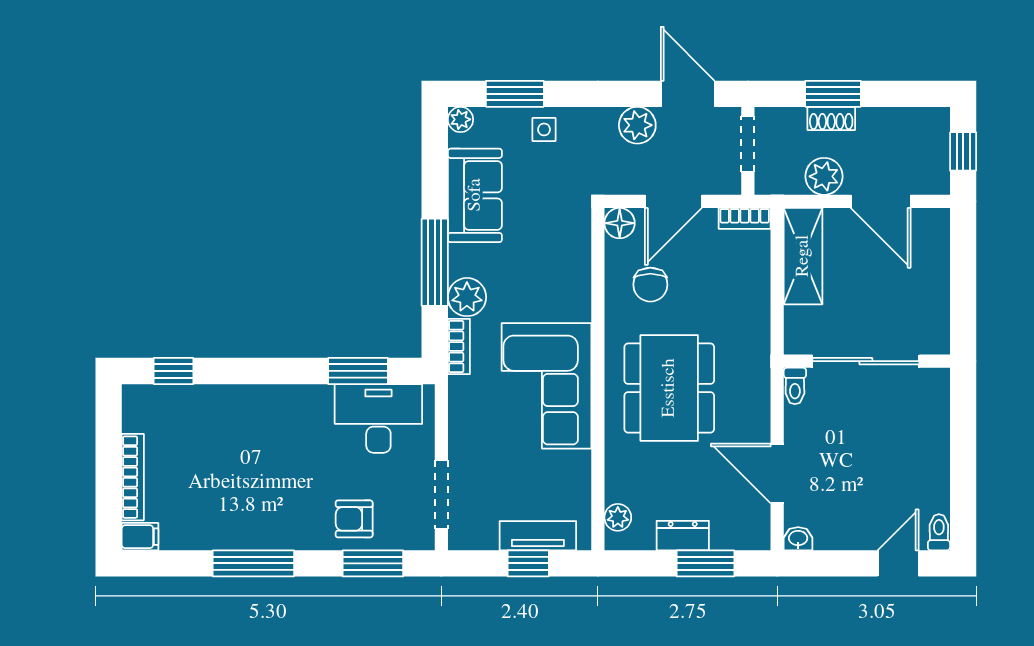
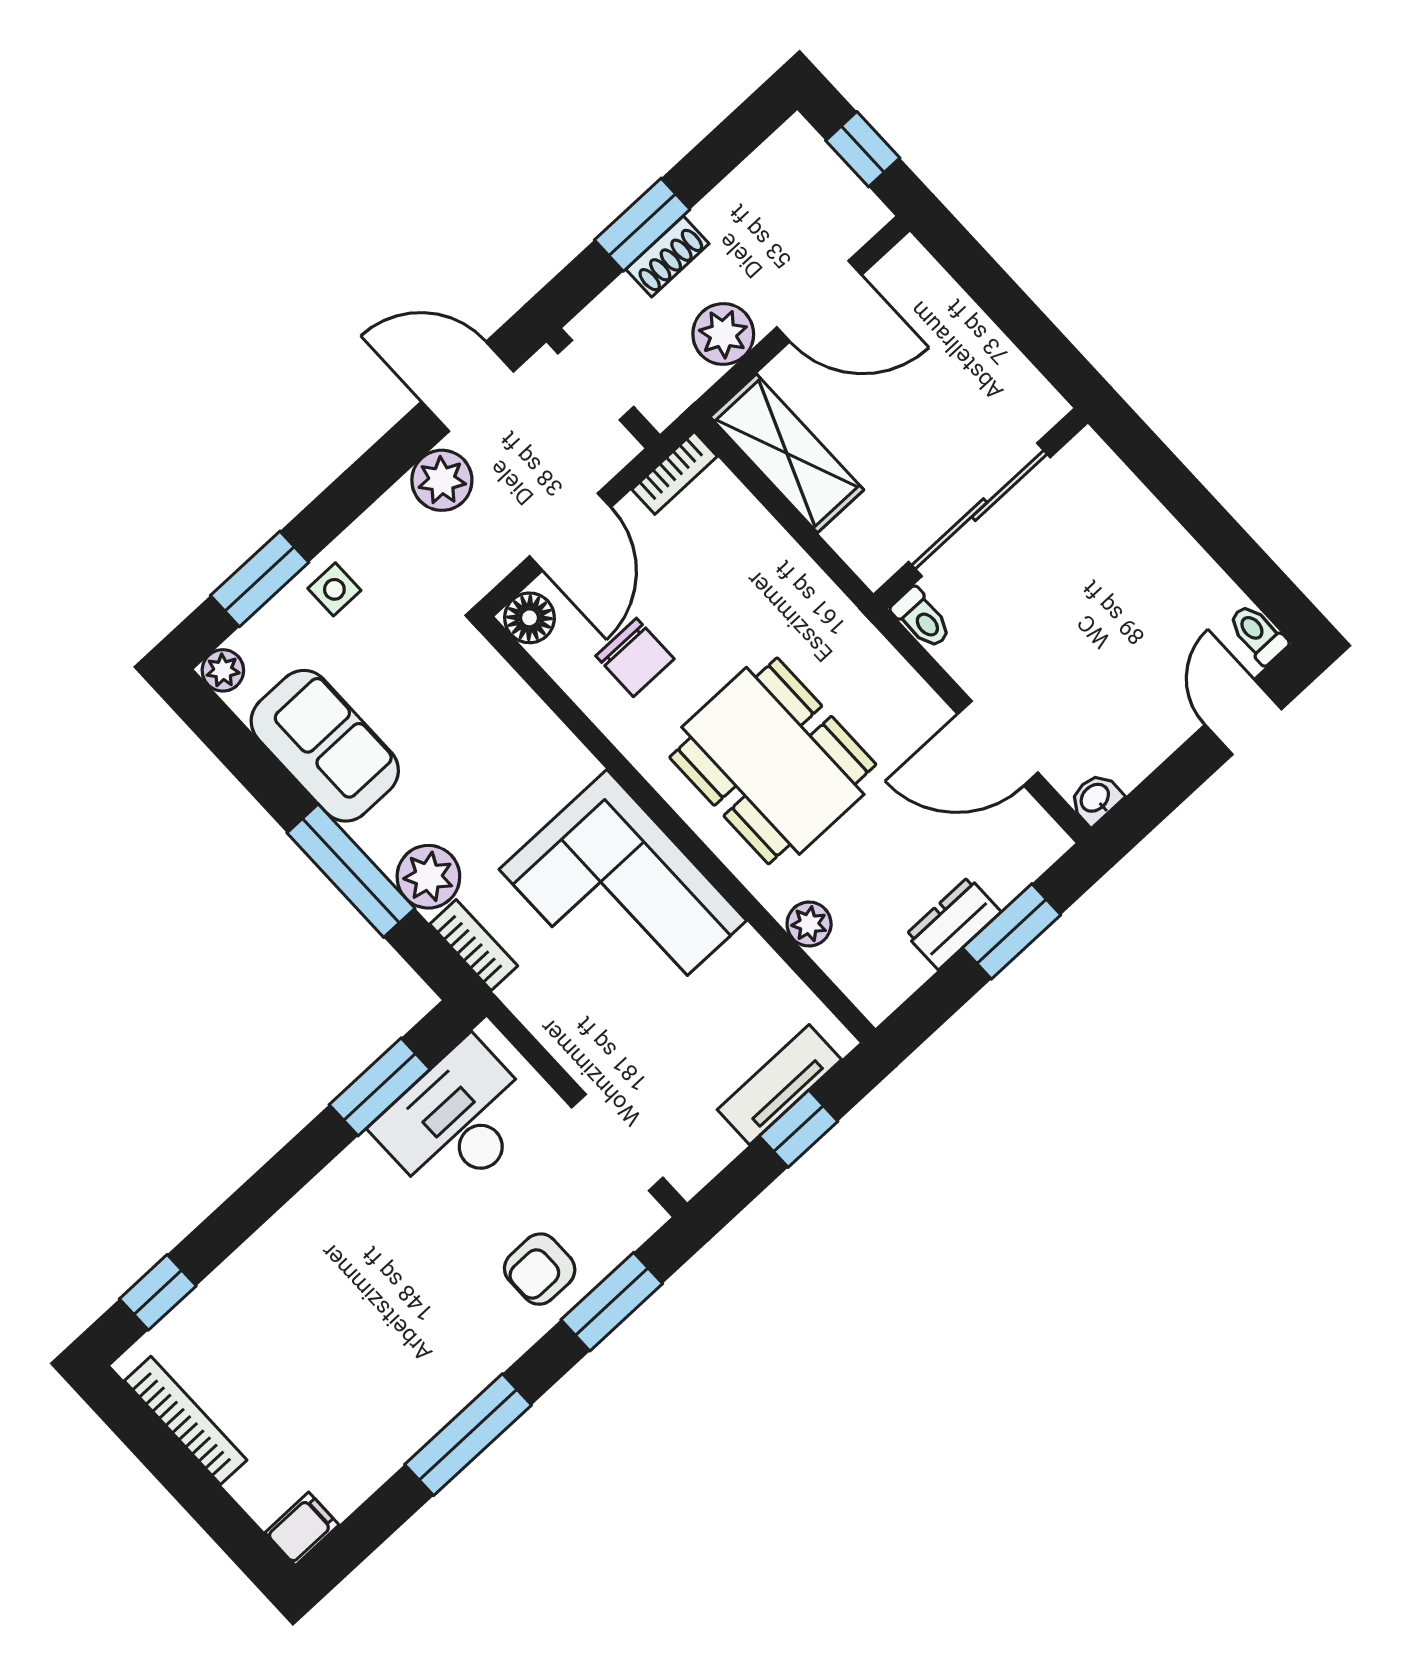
bookcase: (133, 477) -> (186, 1420), moved
plant: (618, 517) -> (809, 924), moved

